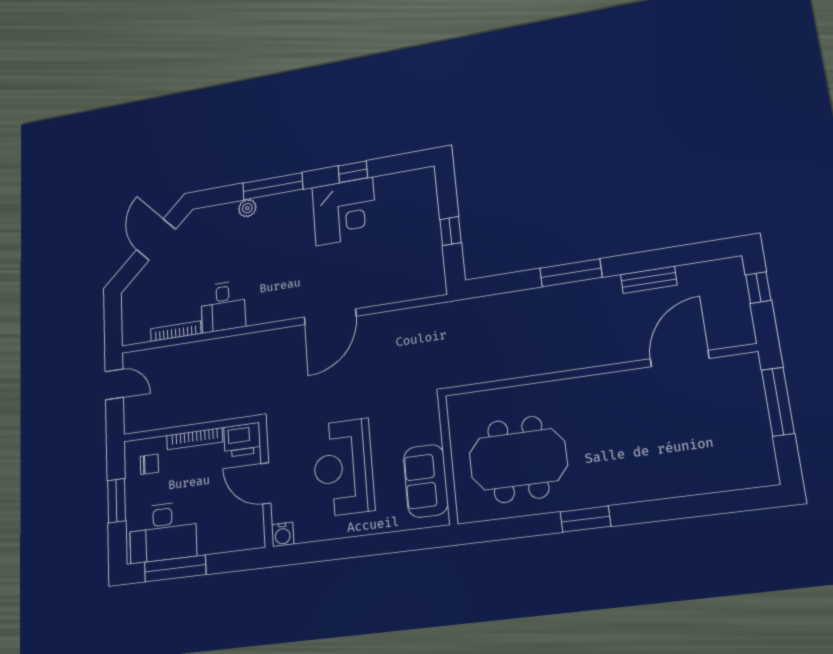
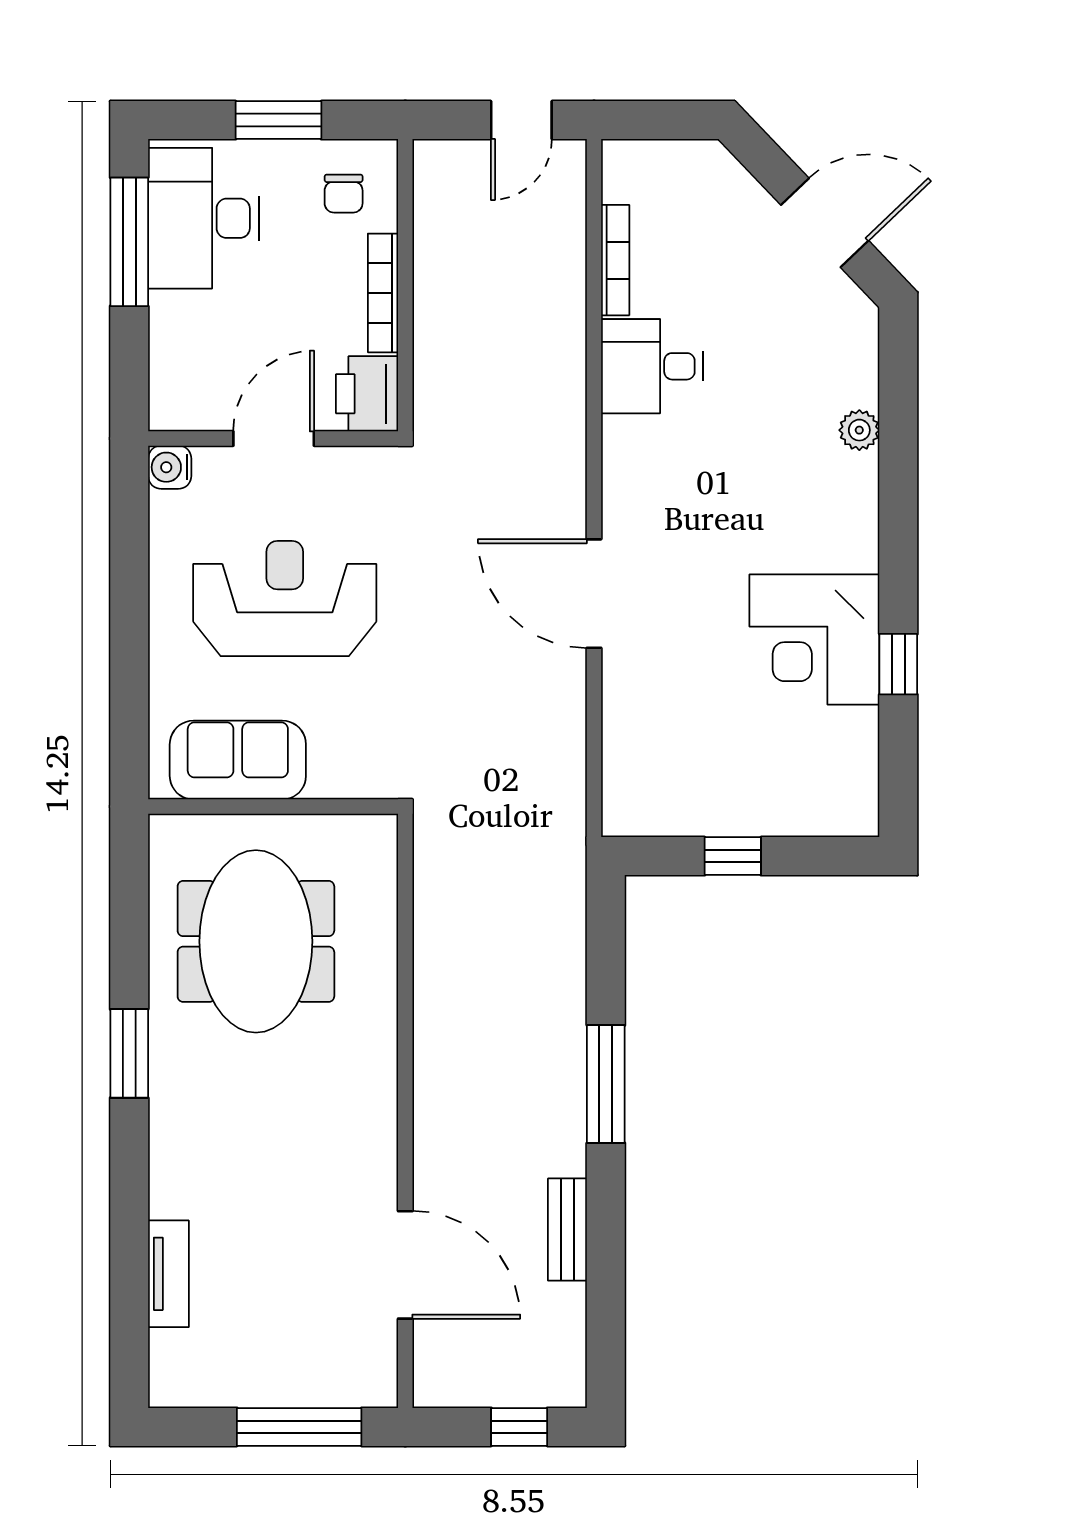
window: (273, 186) -> (898, 489), removed
tv unit: (703, 483) -> (168, 1274), added

